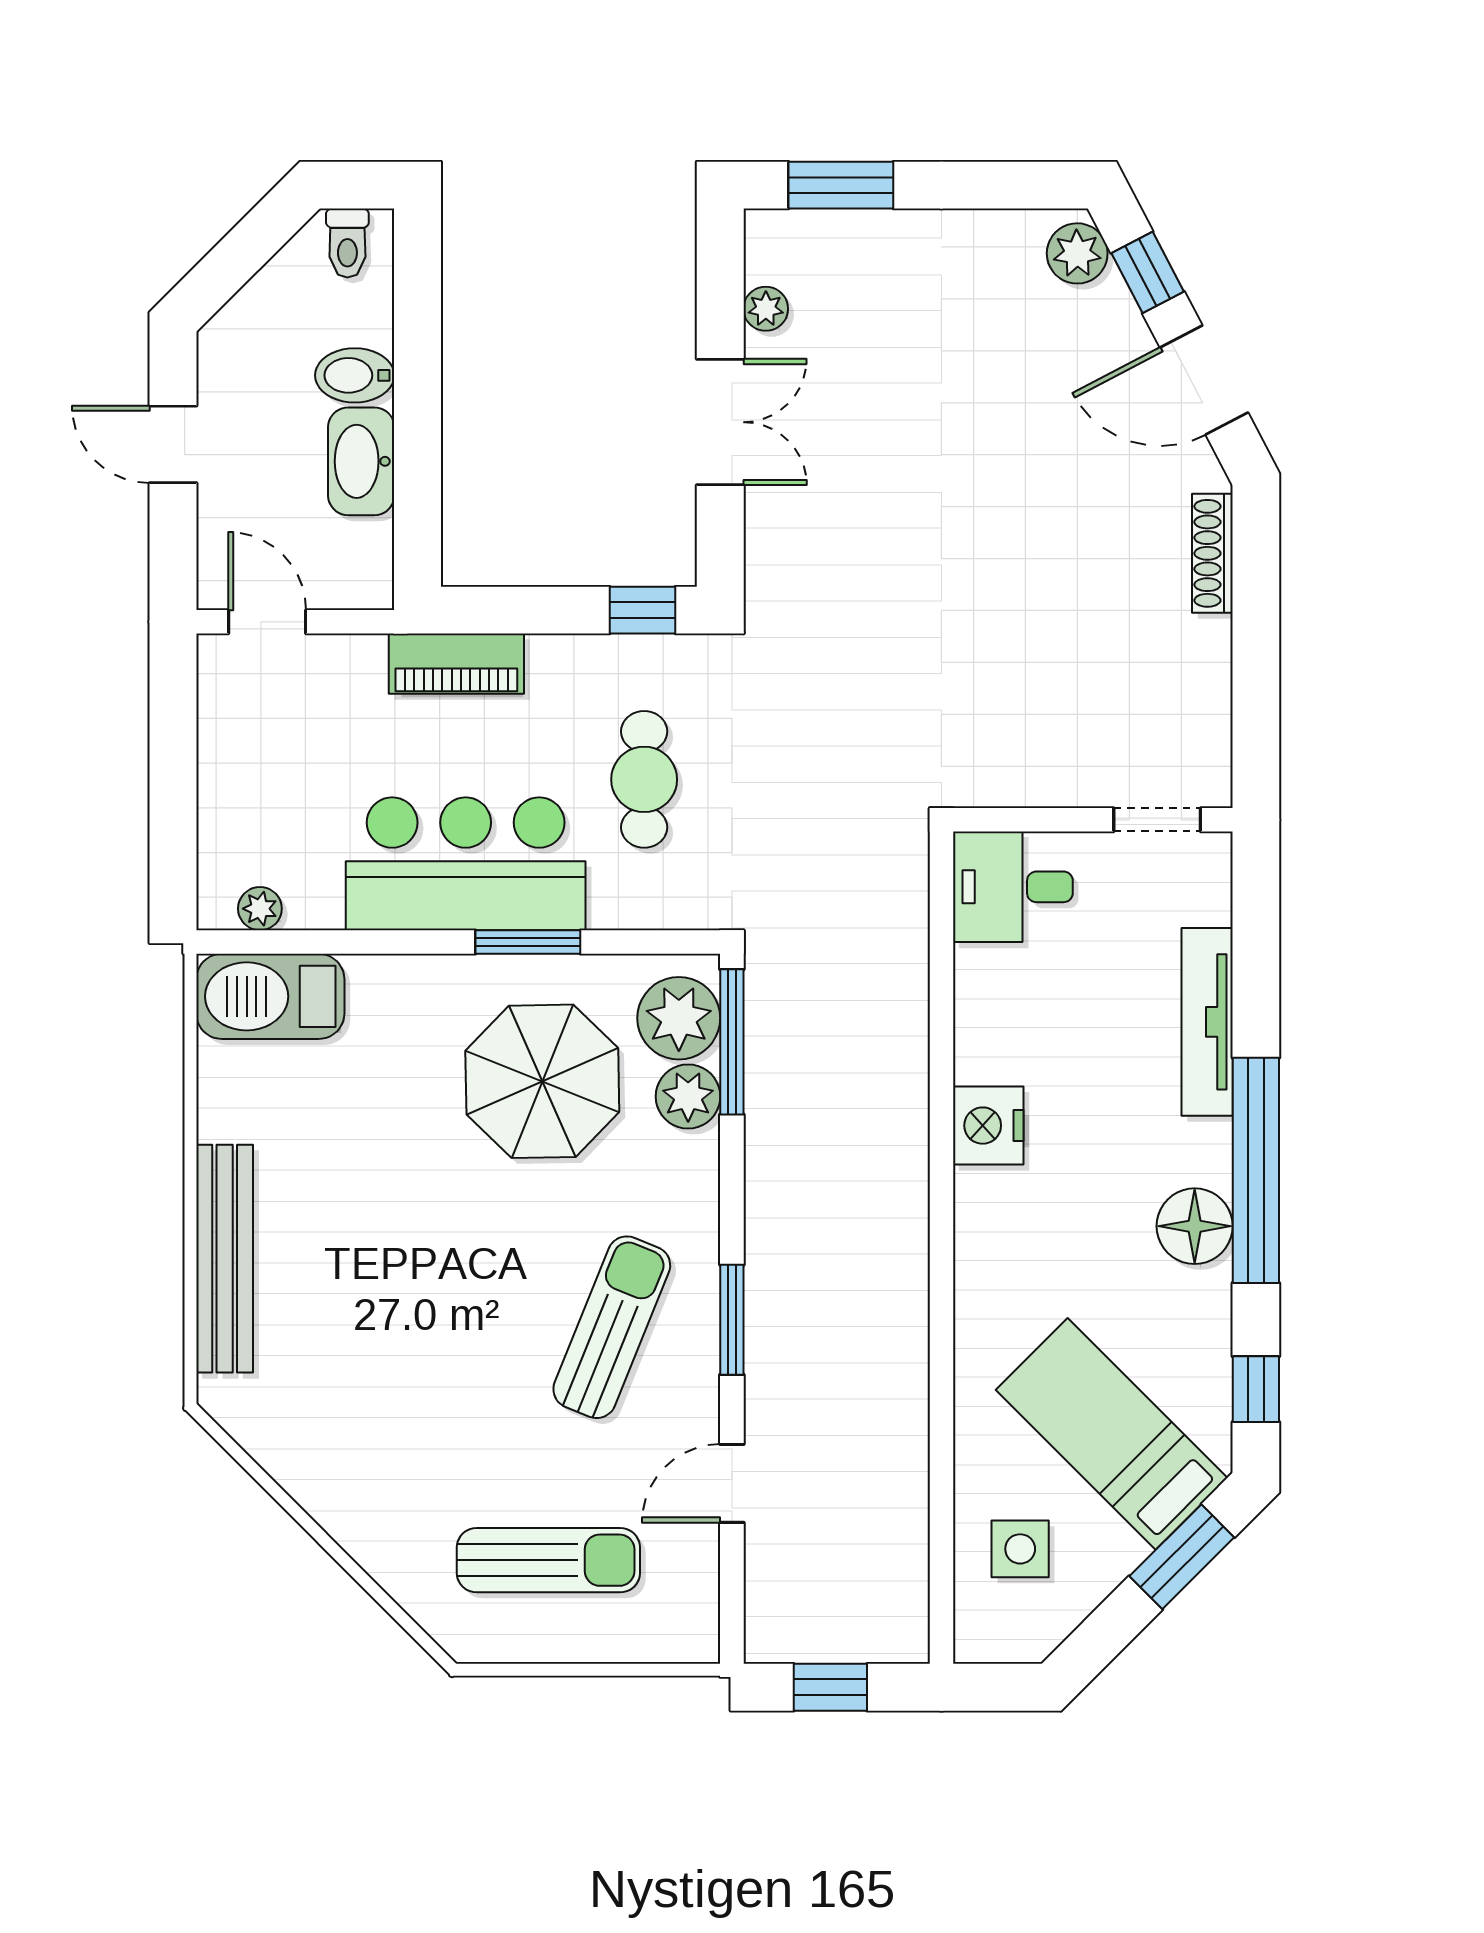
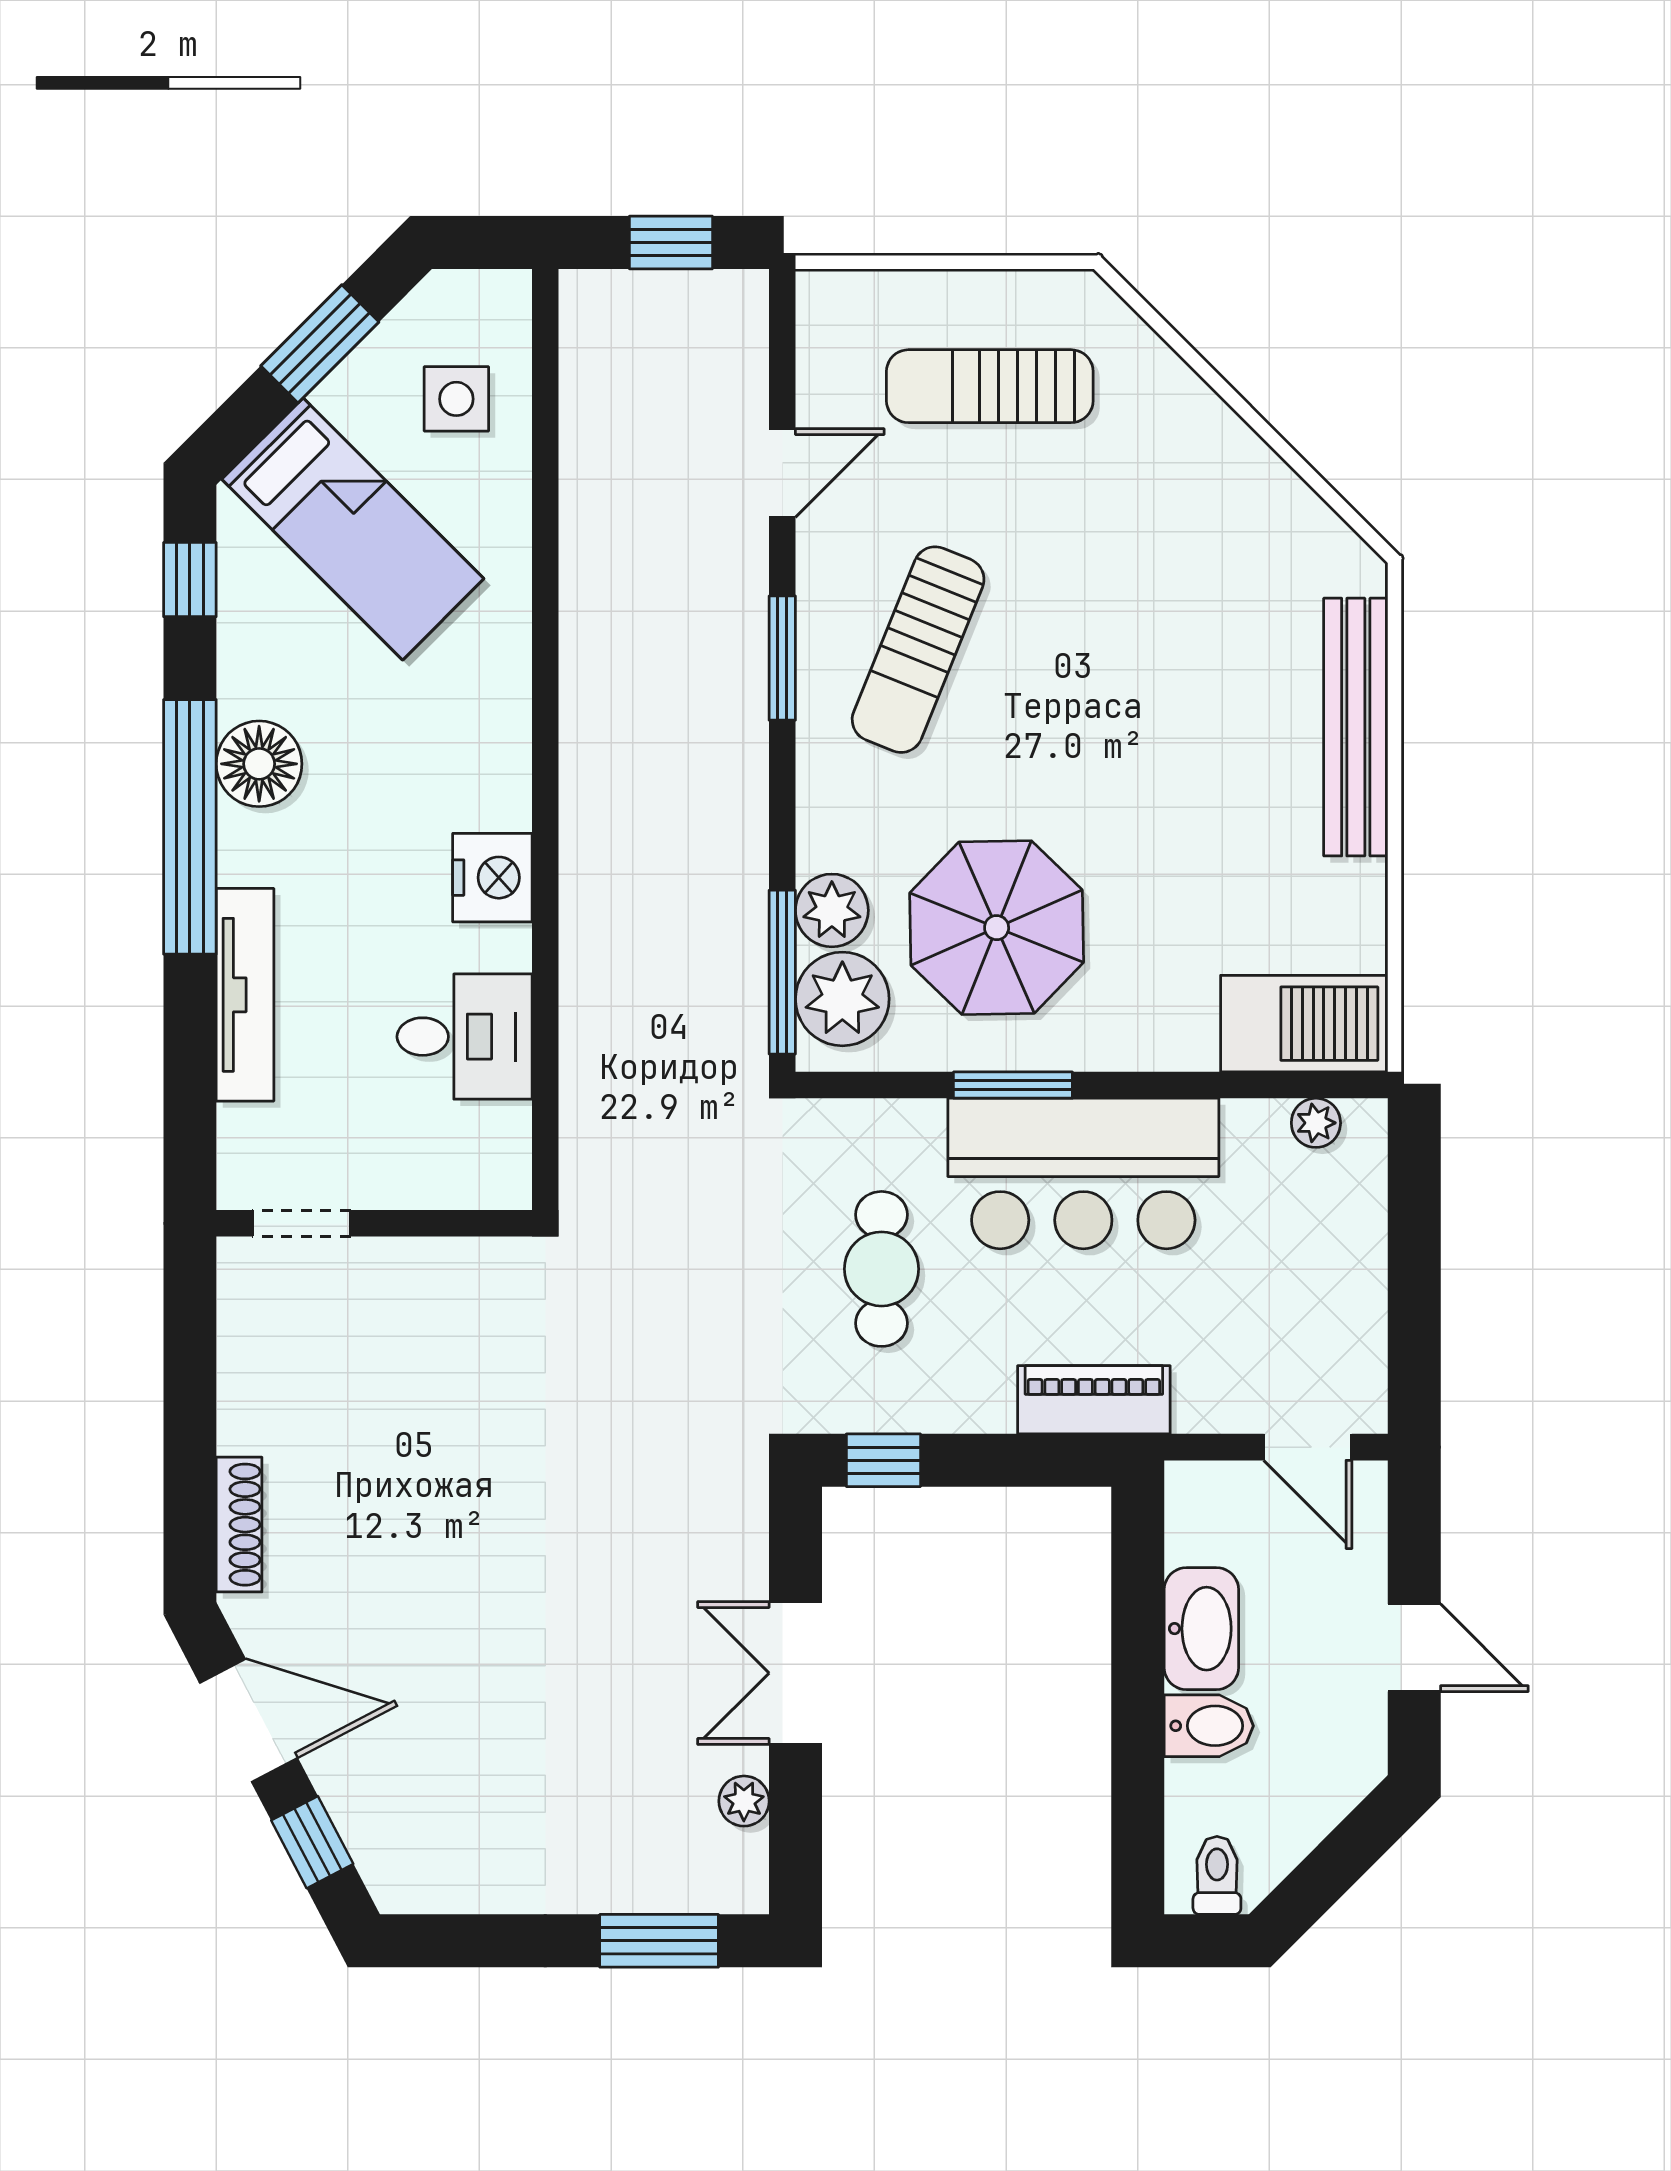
plant: (1077, 253) -> (392, 1864), removed
desk: (1013, 887) -> (465, 1037), moved
window: (1182, 1557) -> (320, 344), moved

